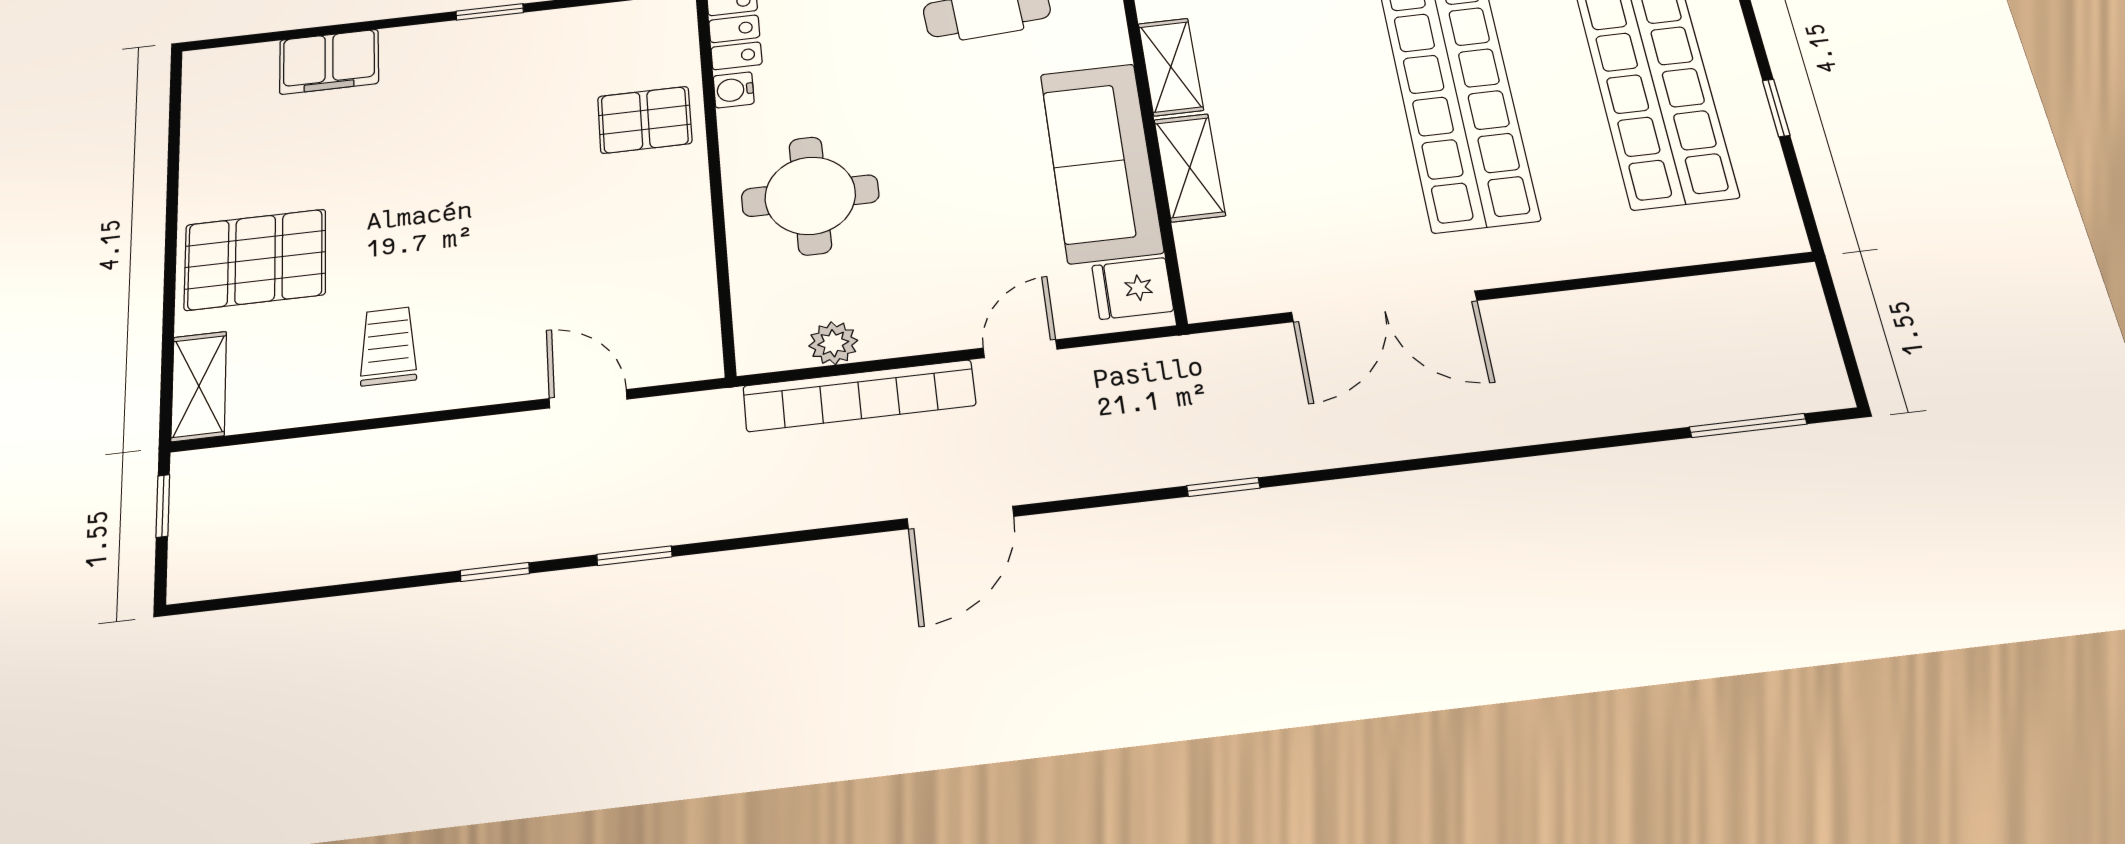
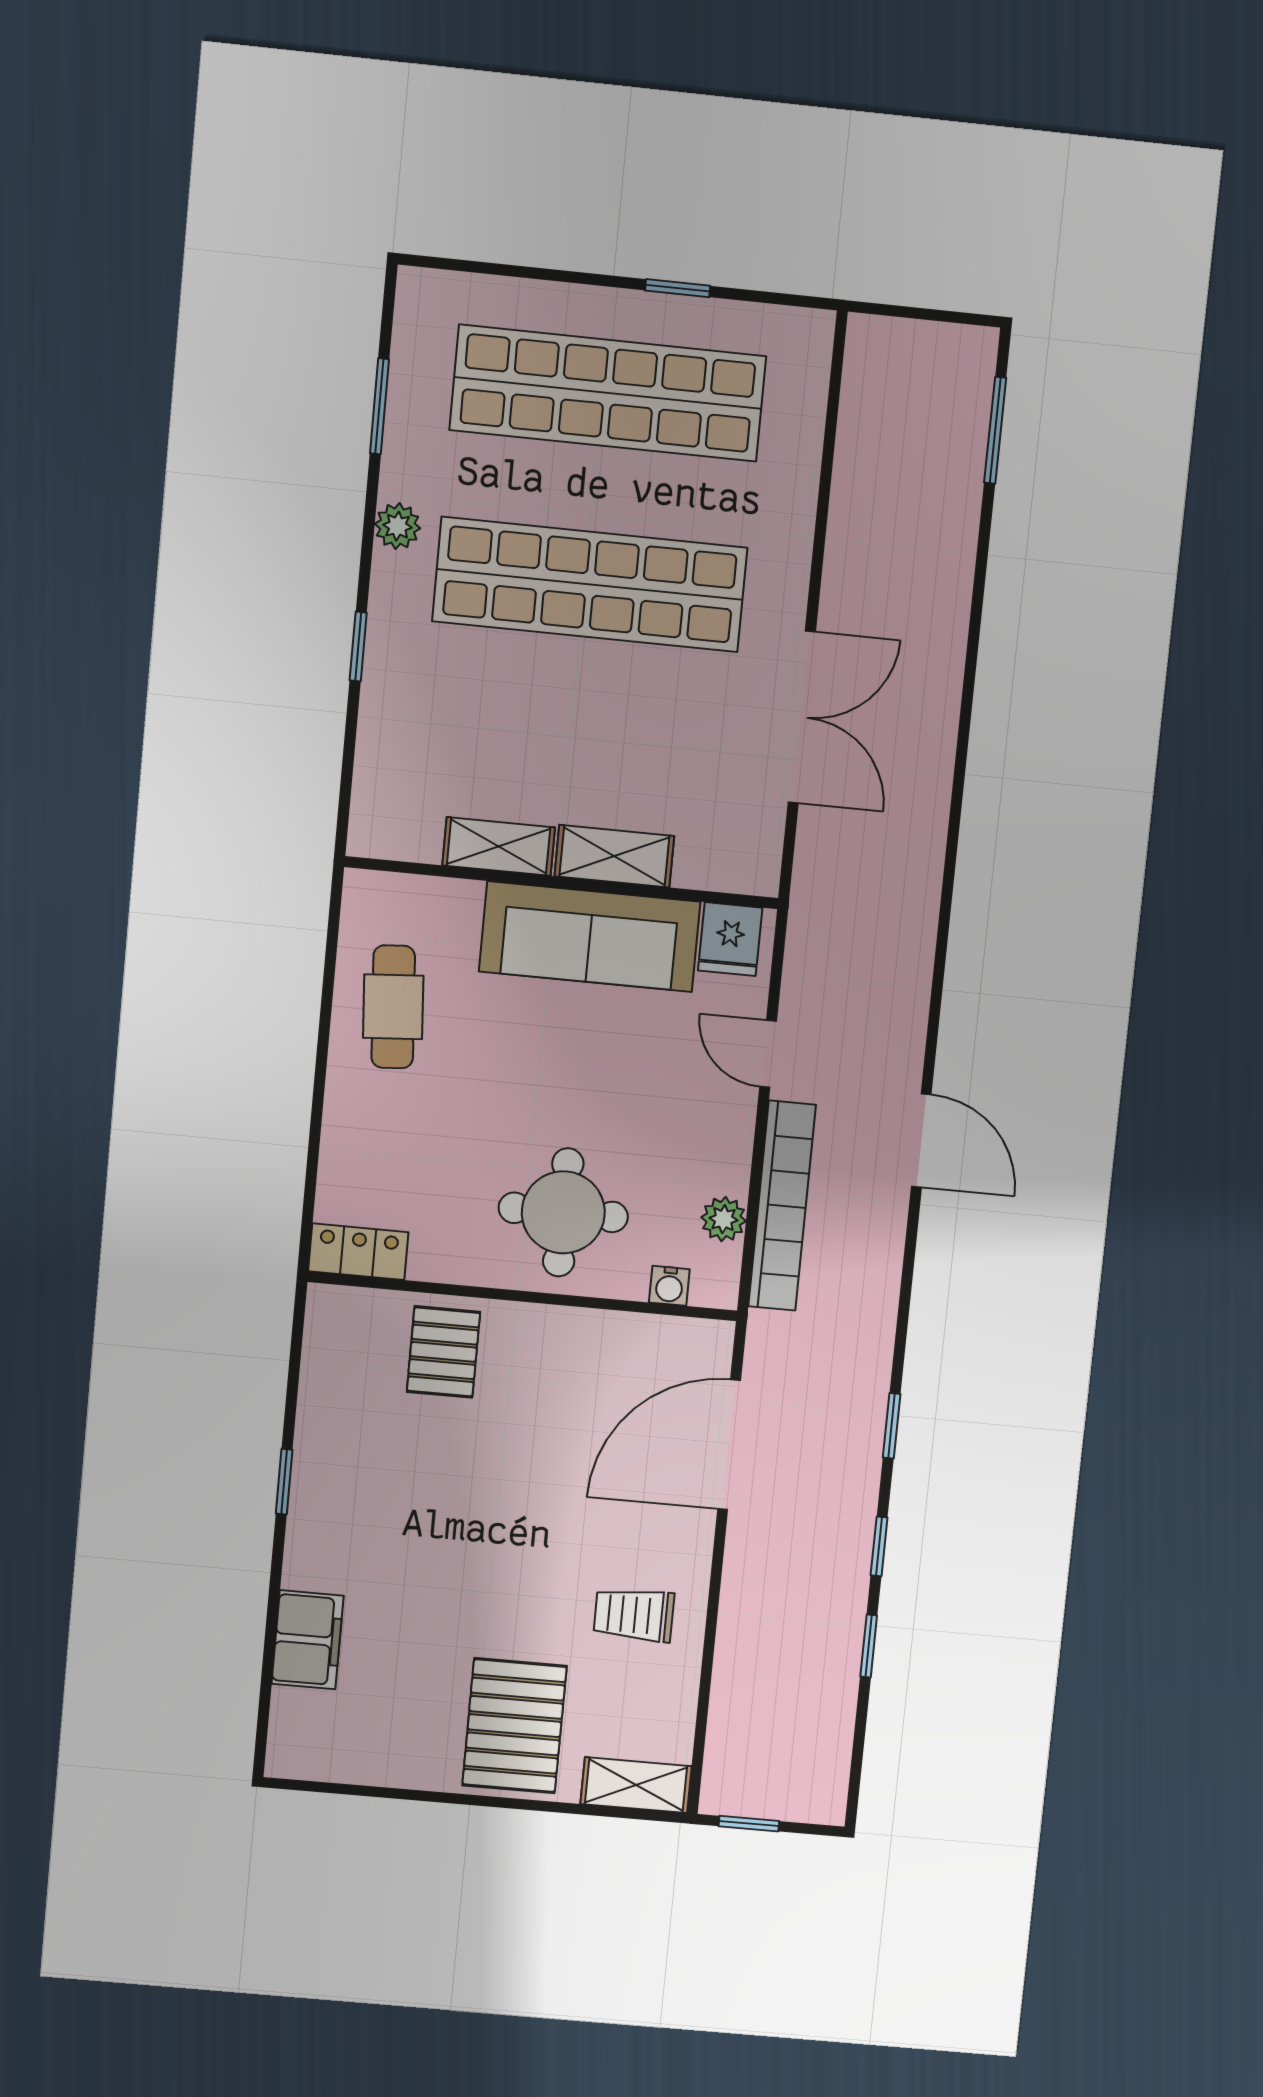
water cooler: (734, 90) -> (669, 1286), moved
door: (588, 399) -> (729, 1445), width x1.88
window: (1223, 487) -> (869, 1646), moved

